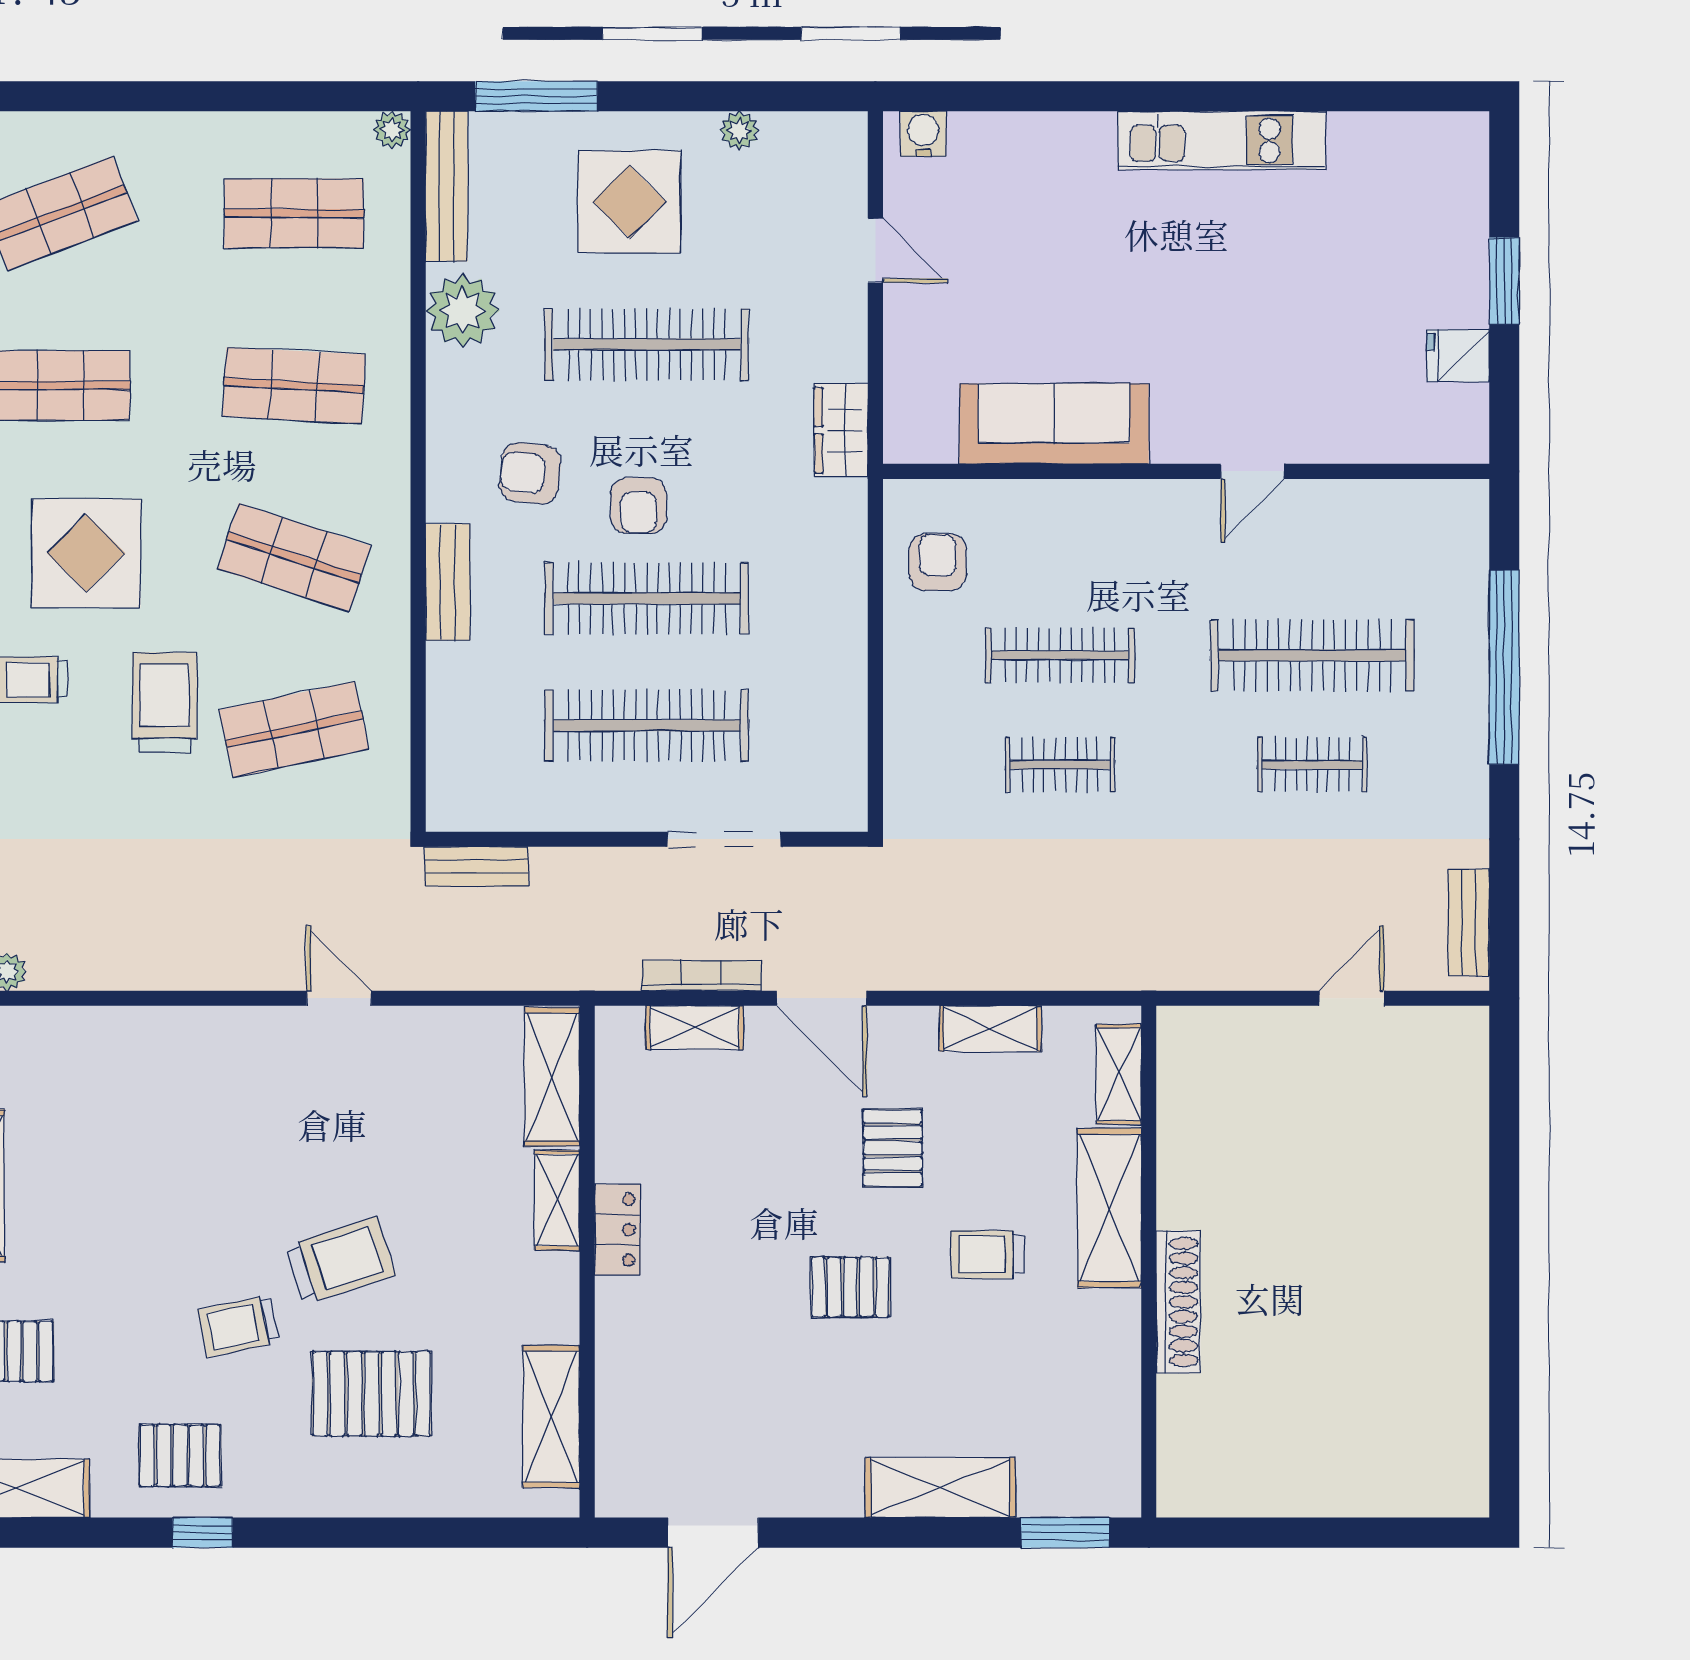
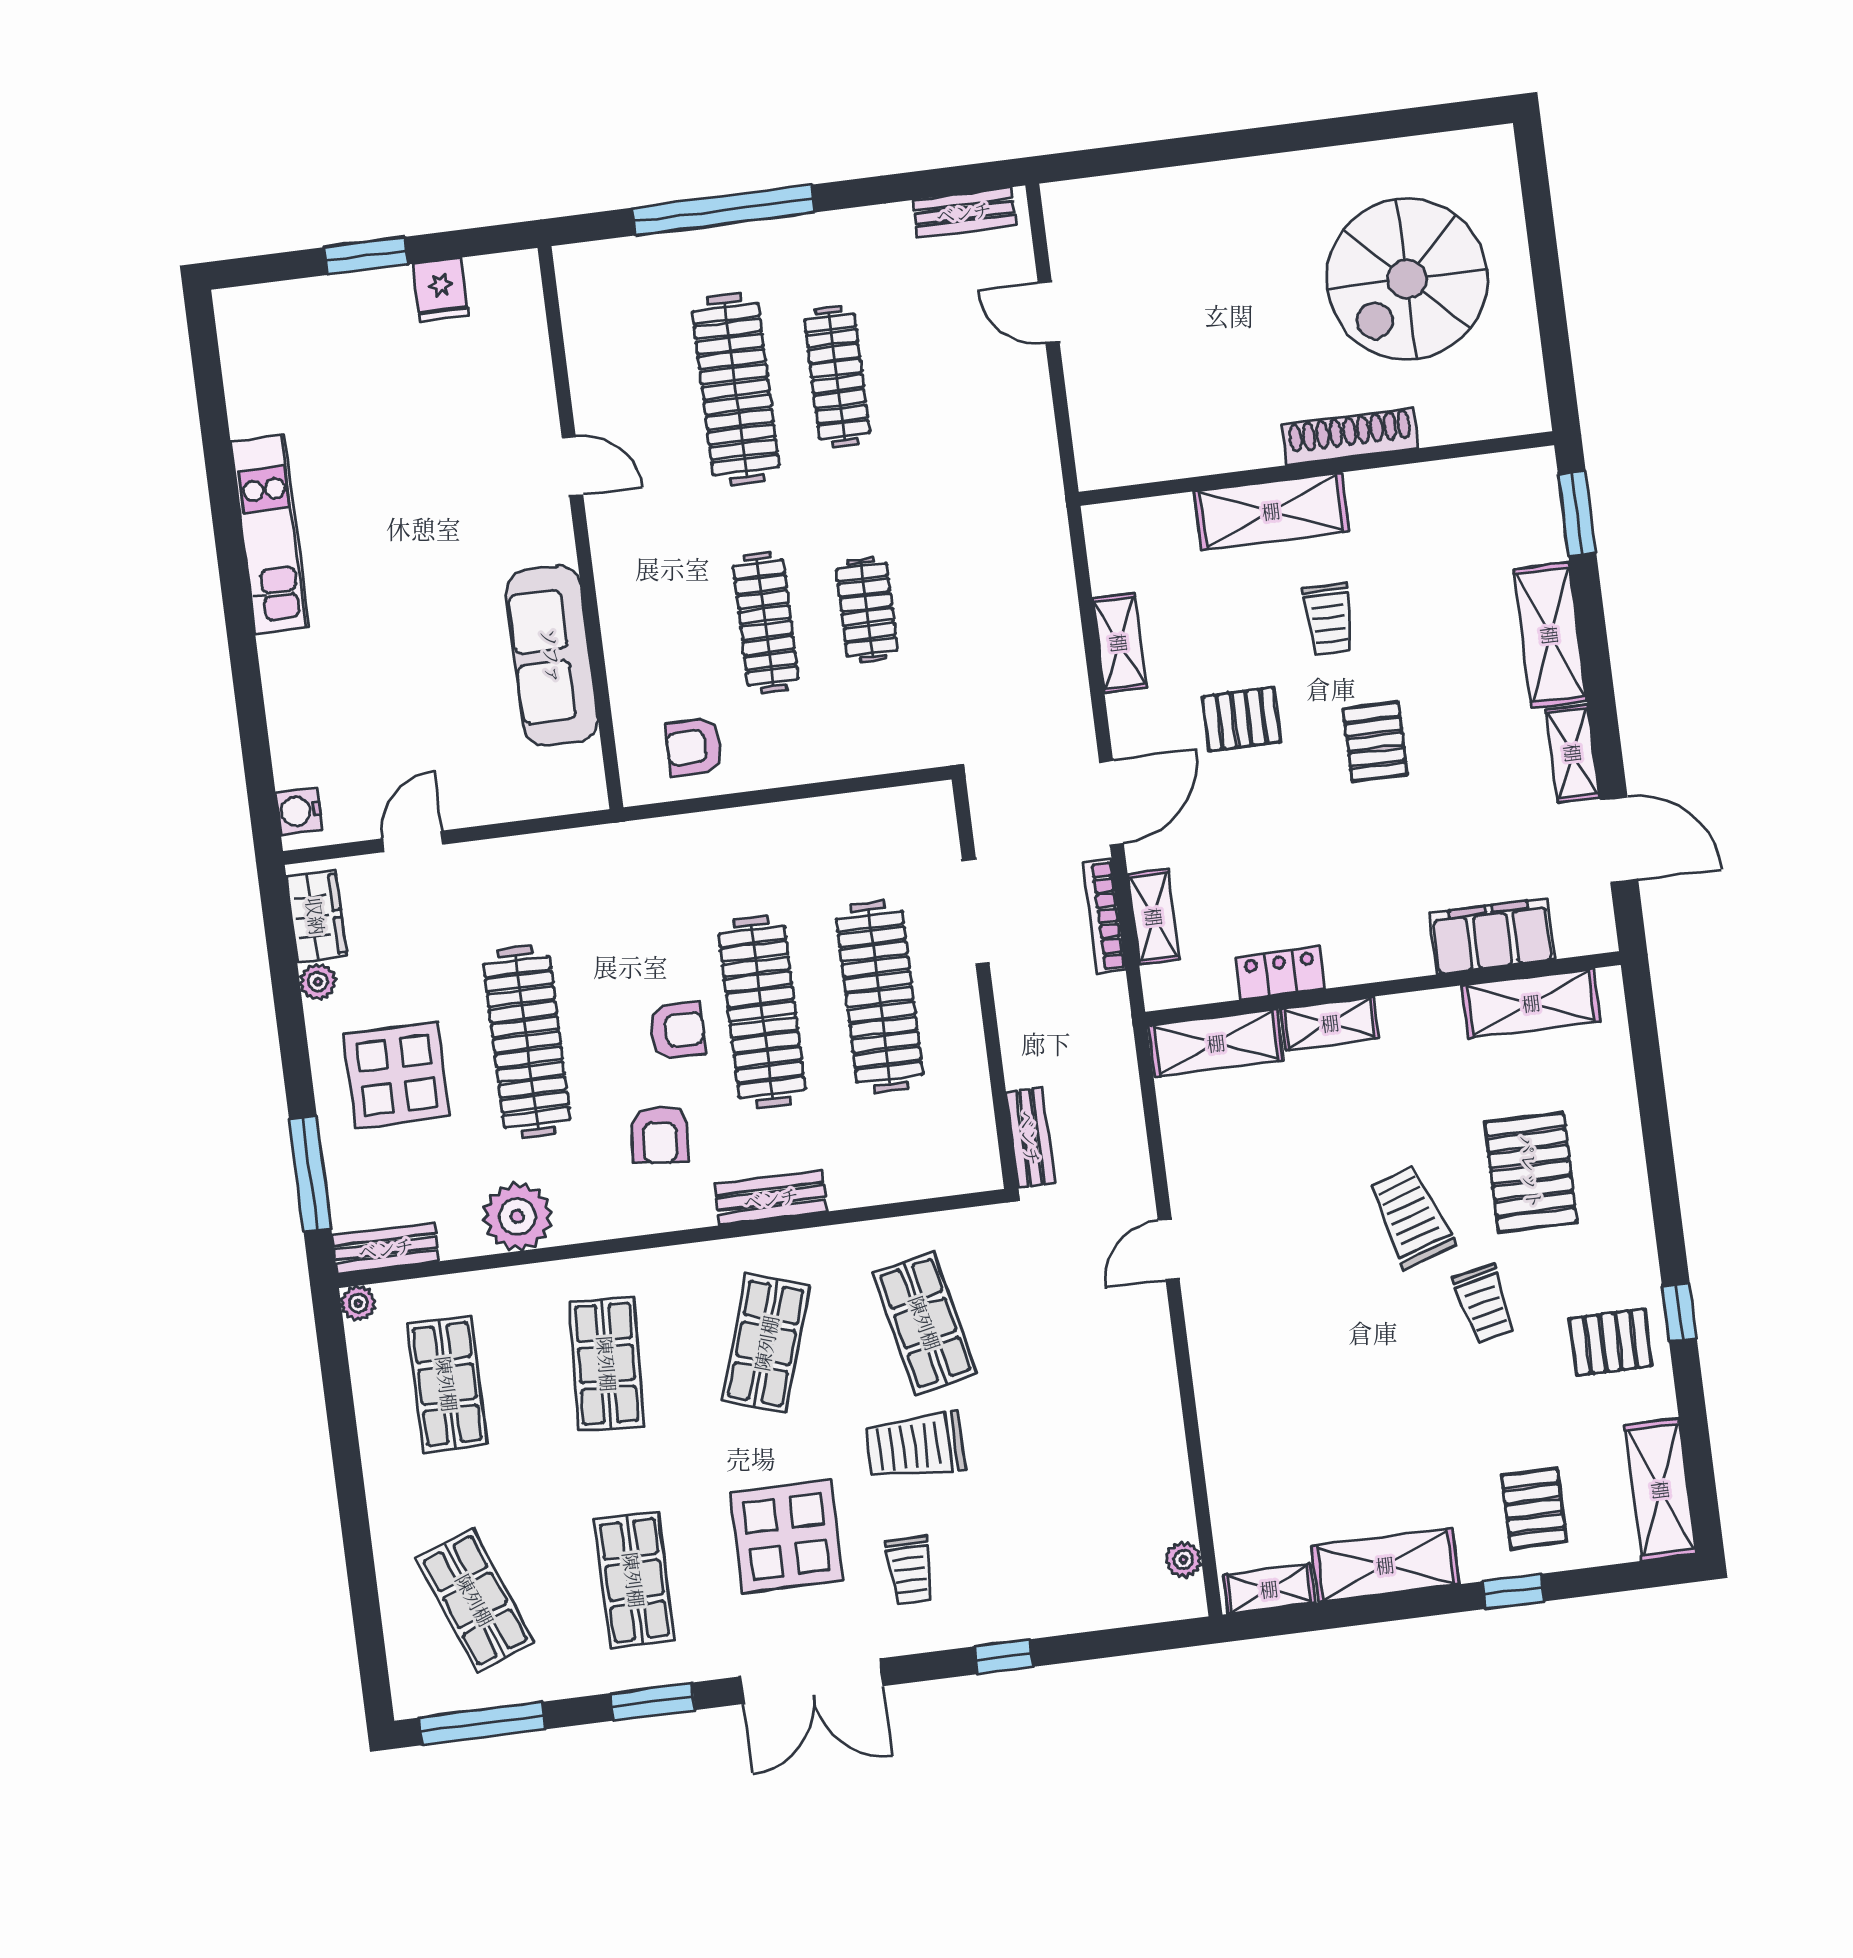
bench: (447, 186) -> (386, 1248), width x0.73
wardrobe: (841, 430) -> (316, 916), moved, turned -90
clothes rail: (1312, 765) -> (837, 376), width x1.36
shelving: (1119, 1074) -> (1573, 753), moved, turned 90
locker: (617, 1230) -> (1280, 973), moved
filing cabinet: (628, 1384) -> (1492, 936), added
spiral stairs: (1338, 1384) -> (1407, 279), added
pallet: (180, 1455) -> (1611, 1342), turned 90

